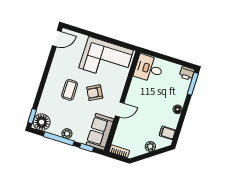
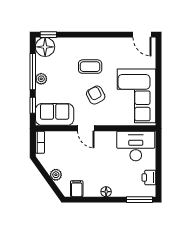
desk: (149, 68) -> (136, 146), width x1.37
printer: (187, 73) -> (149, 178), moved

